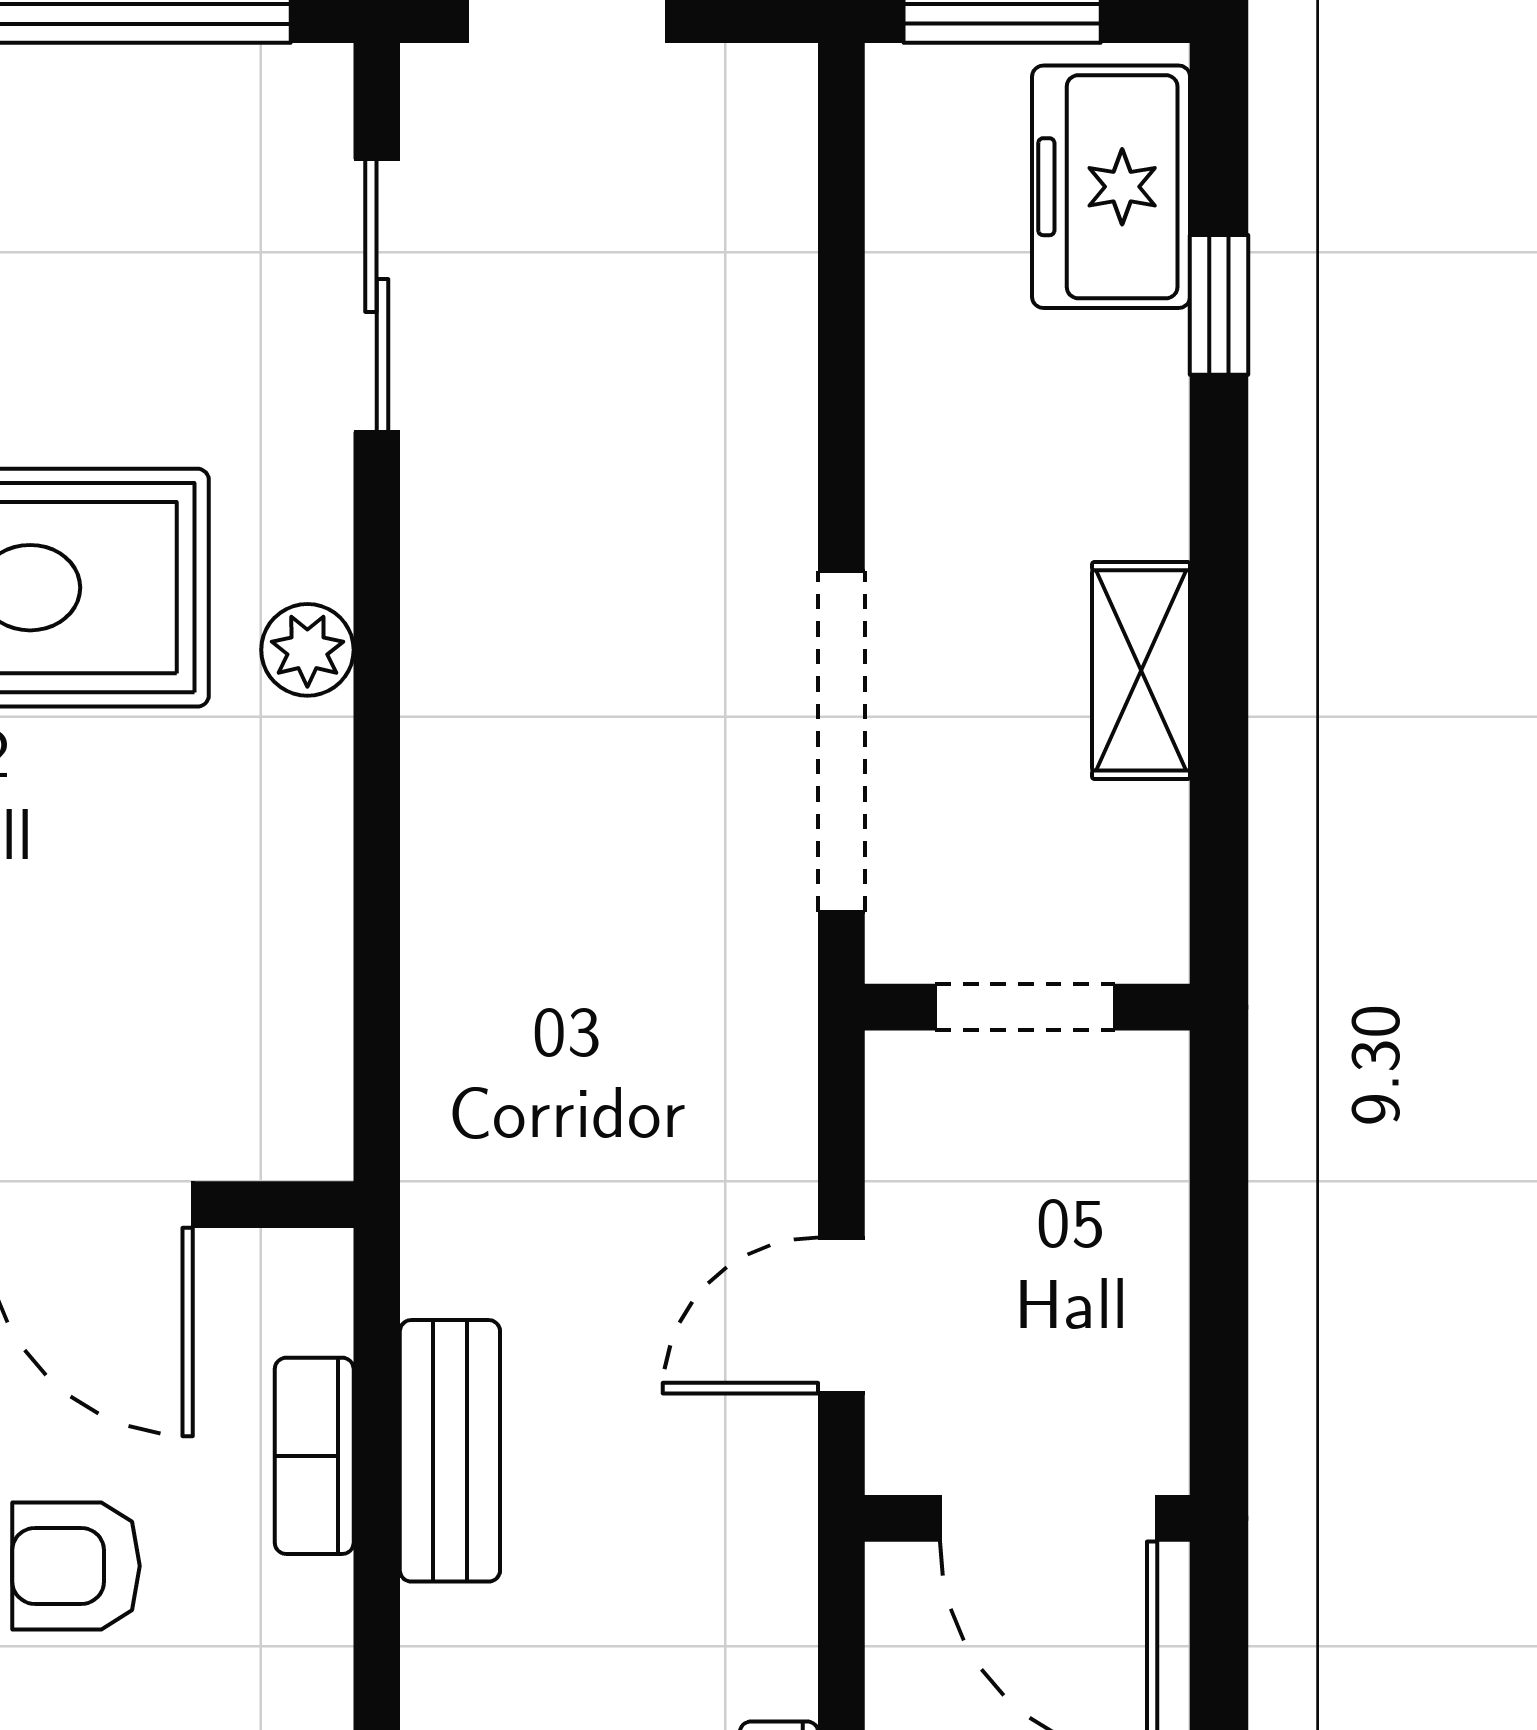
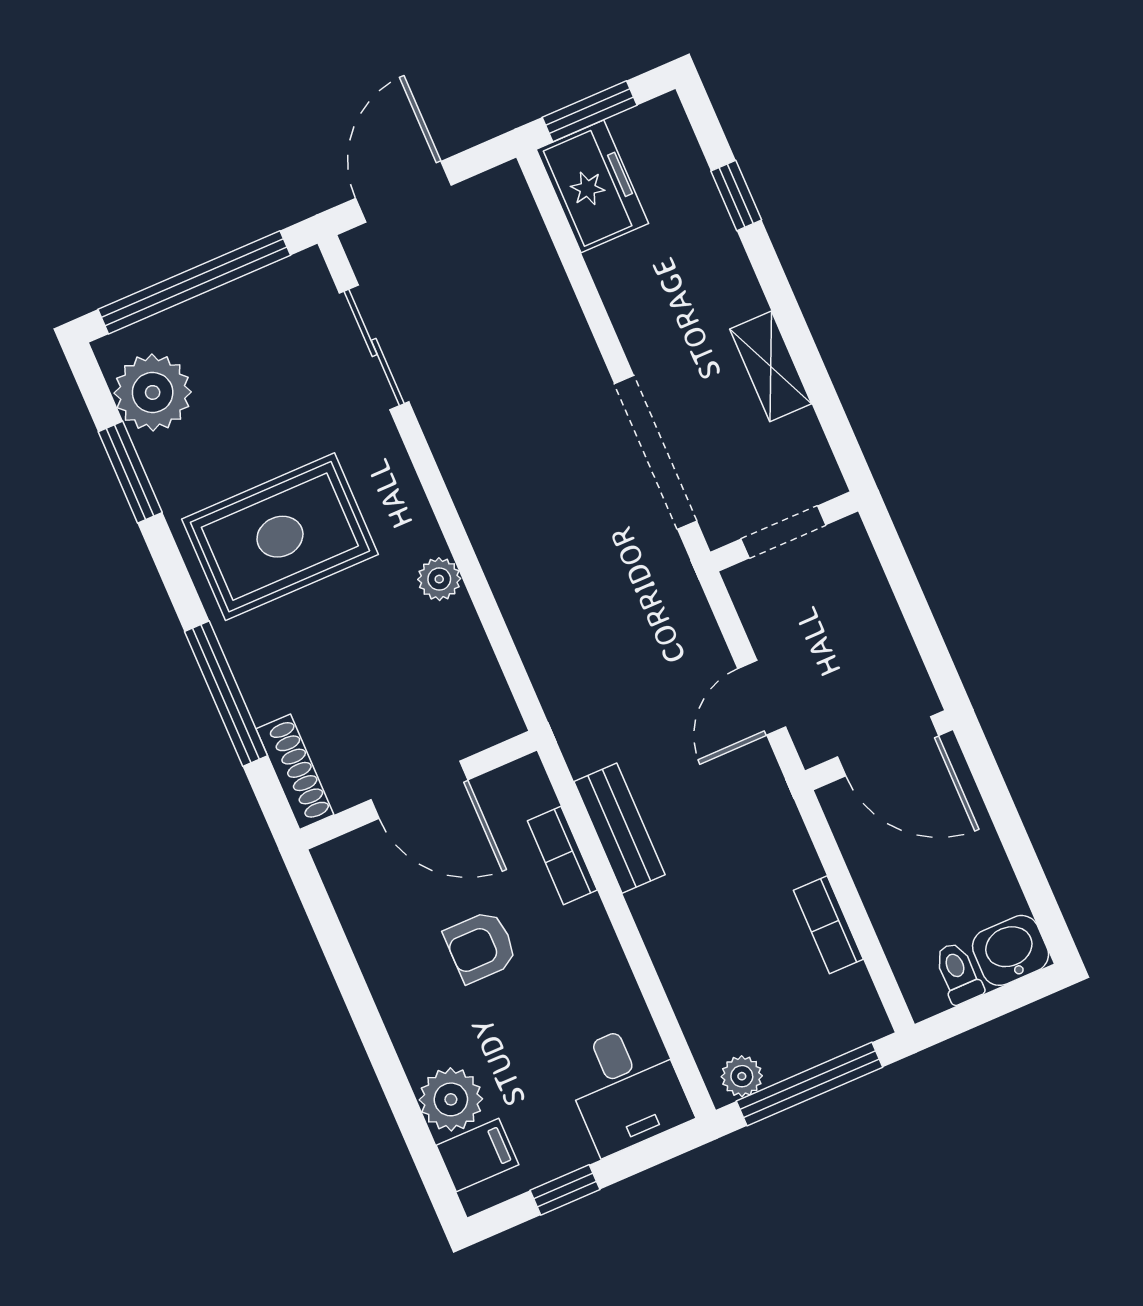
freezer: (1111, 187) -> (592, 186), moved, turned 180
plant: (307, 650) -> (439, 579), moved

